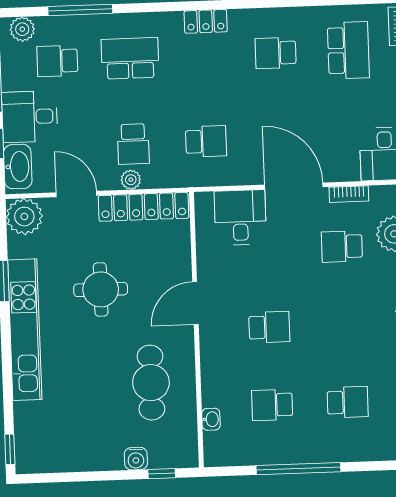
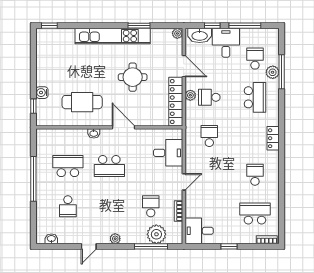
plant: (22, 29) -> (273, 72), moved
school desk: (348, 50) -> (255, 214), turned 180
school desk: (206, 141) -> (209, 136), turned 180
door: (294, 186) -> (184, 182), width x0.53
door: (76, 194) -> (184, 66), hinge flipped
plant: (24, 217) -> (177, 33), width x0.53, depth x0.53
school desk: (269, 327) -> (109, 166), width x1.85
school desk: (272, 405) -> (68, 166), width x1.85
washbasin: (211, 419) -> (94, 133), moved

